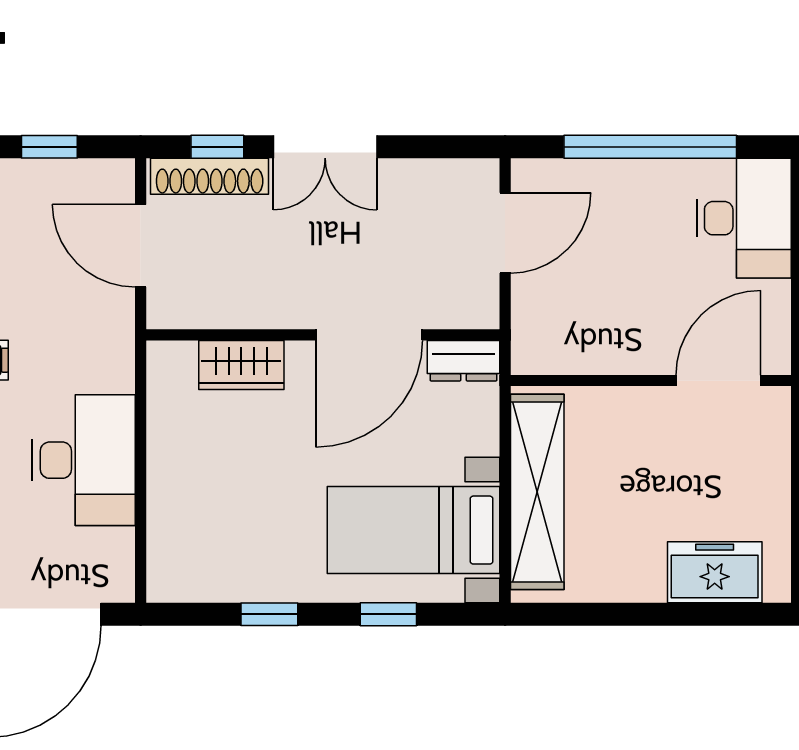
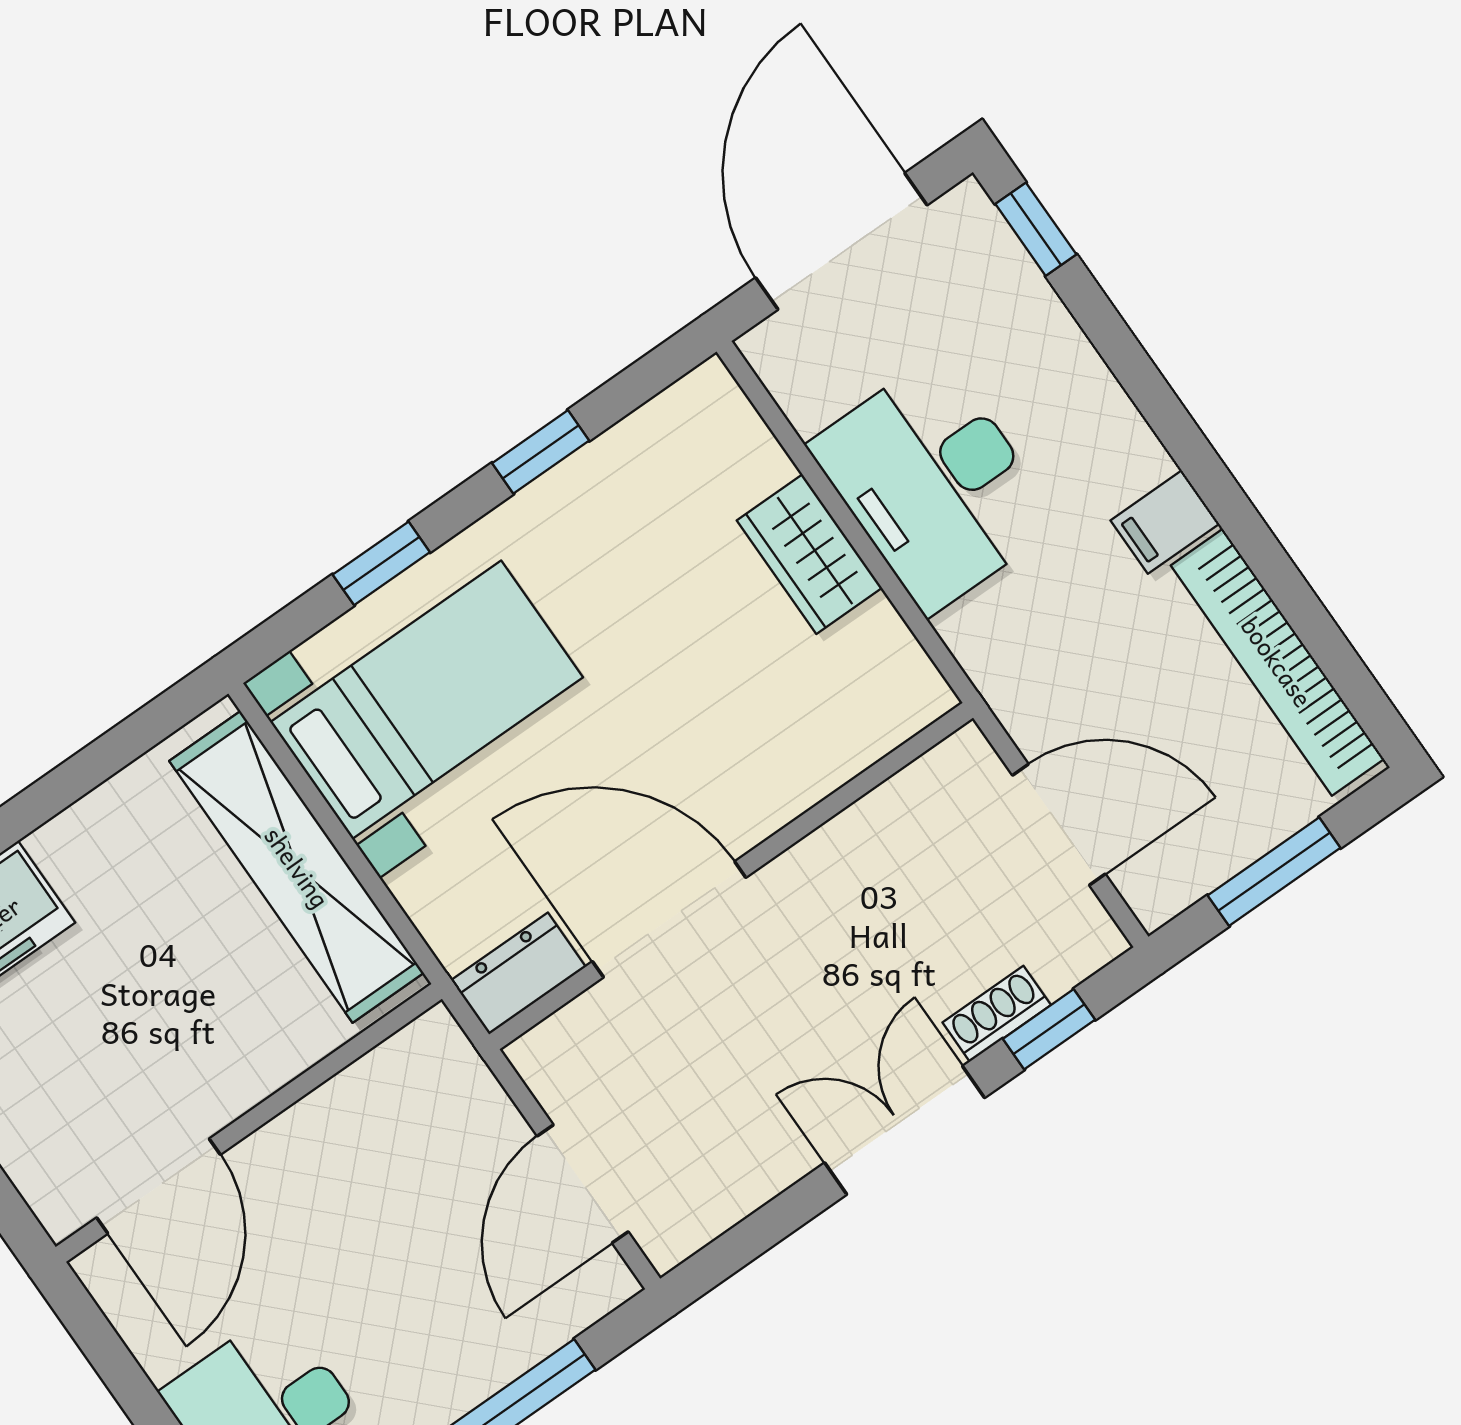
window: (49, 147) -> (1274, 872), width x1.50
shoe rack: (210, 176) -> (997, 1014), width x0.51, depth x0.81
door: (369, 335) -> (669, 919), hinge flipped
wardrobe: (241, 365) -> (809, 554), moved, turned -90

